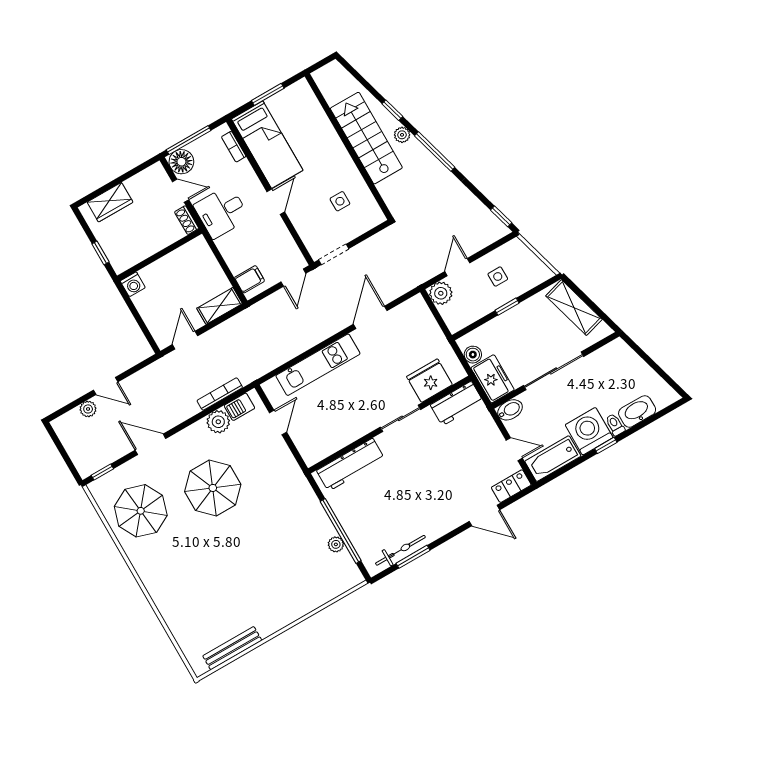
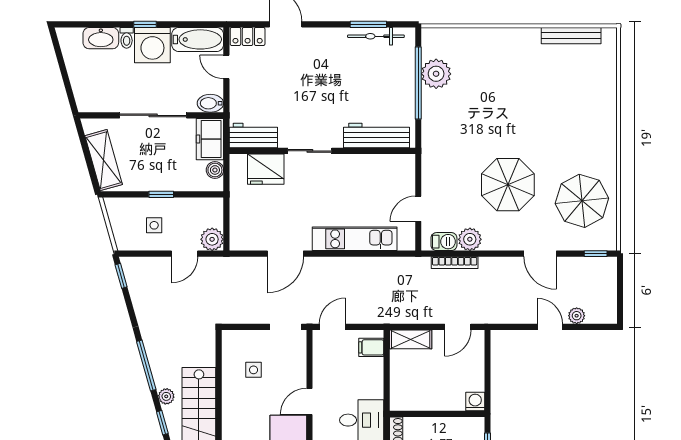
plant: (336, 544) -> (436, 74), width x1.87, depth x1.87

